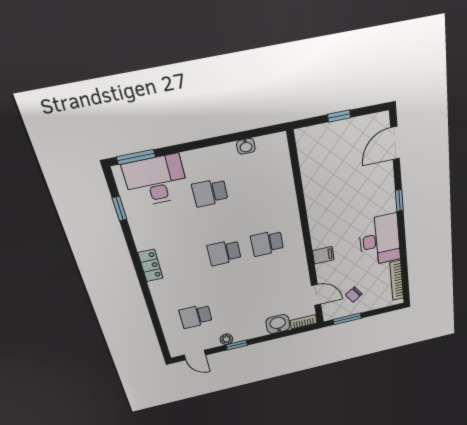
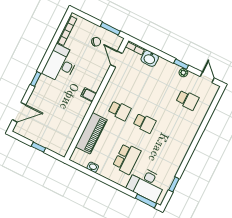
piano: (282, 189) -> (91, 133), added
school desk: (210, 193) -> (127, 159), width x1.85
filing cabinet: (323, 255) -> (89, 95), moved
locker: (150, 265) -> (185, 146), removed

